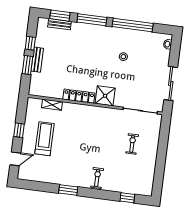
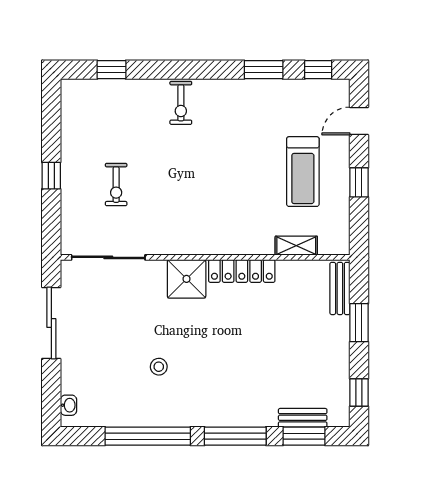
window: (30, 43) -> (359, 393), moved
bench: (37, 60) -> (340, 288), moved
window: (162, 152) -> (51, 176), added
window: (31, 185) -> (318, 70), added
window: (68, 190) -> (264, 70), moved

